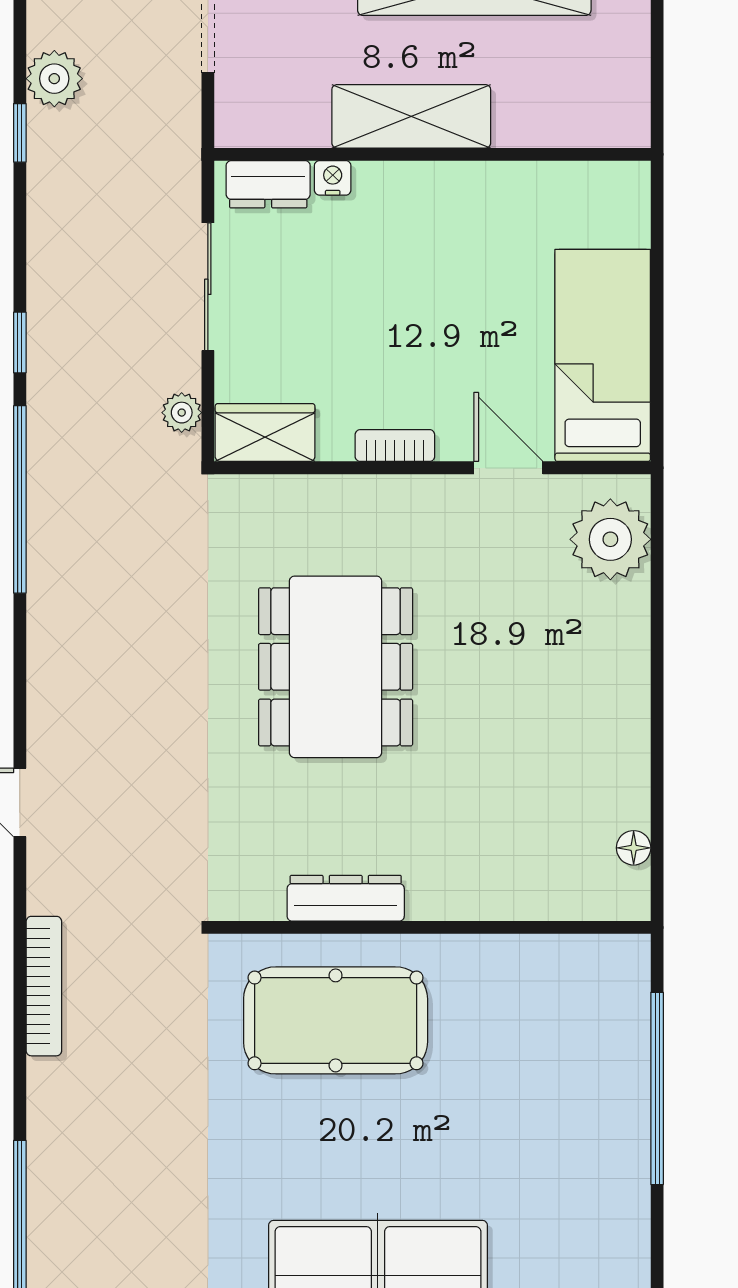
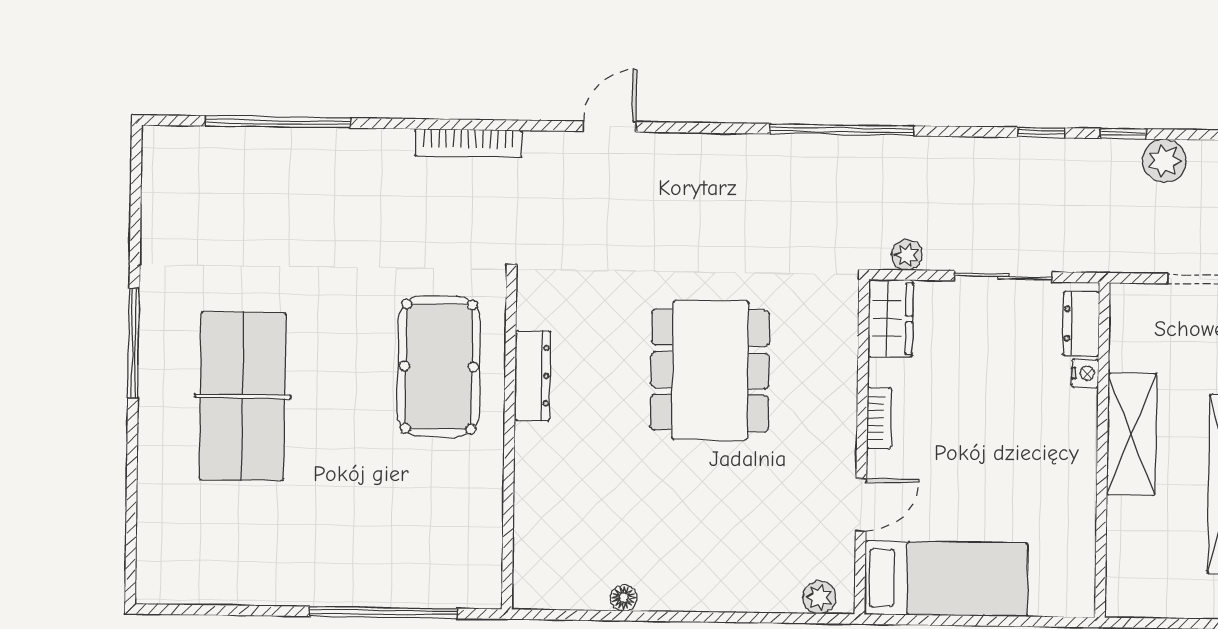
window: (20, 342) -> (1041, 133), moved
plant: (610, 539) -> (819, 597), width x0.53, depth x0.53
dining table: (336, 667) -> (710, 370), turned 90
floor lamp: (634, 848) -> (624, 598), moved

